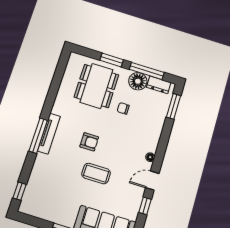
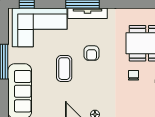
corner sofa: (47, 185) -> (40, 27), added

